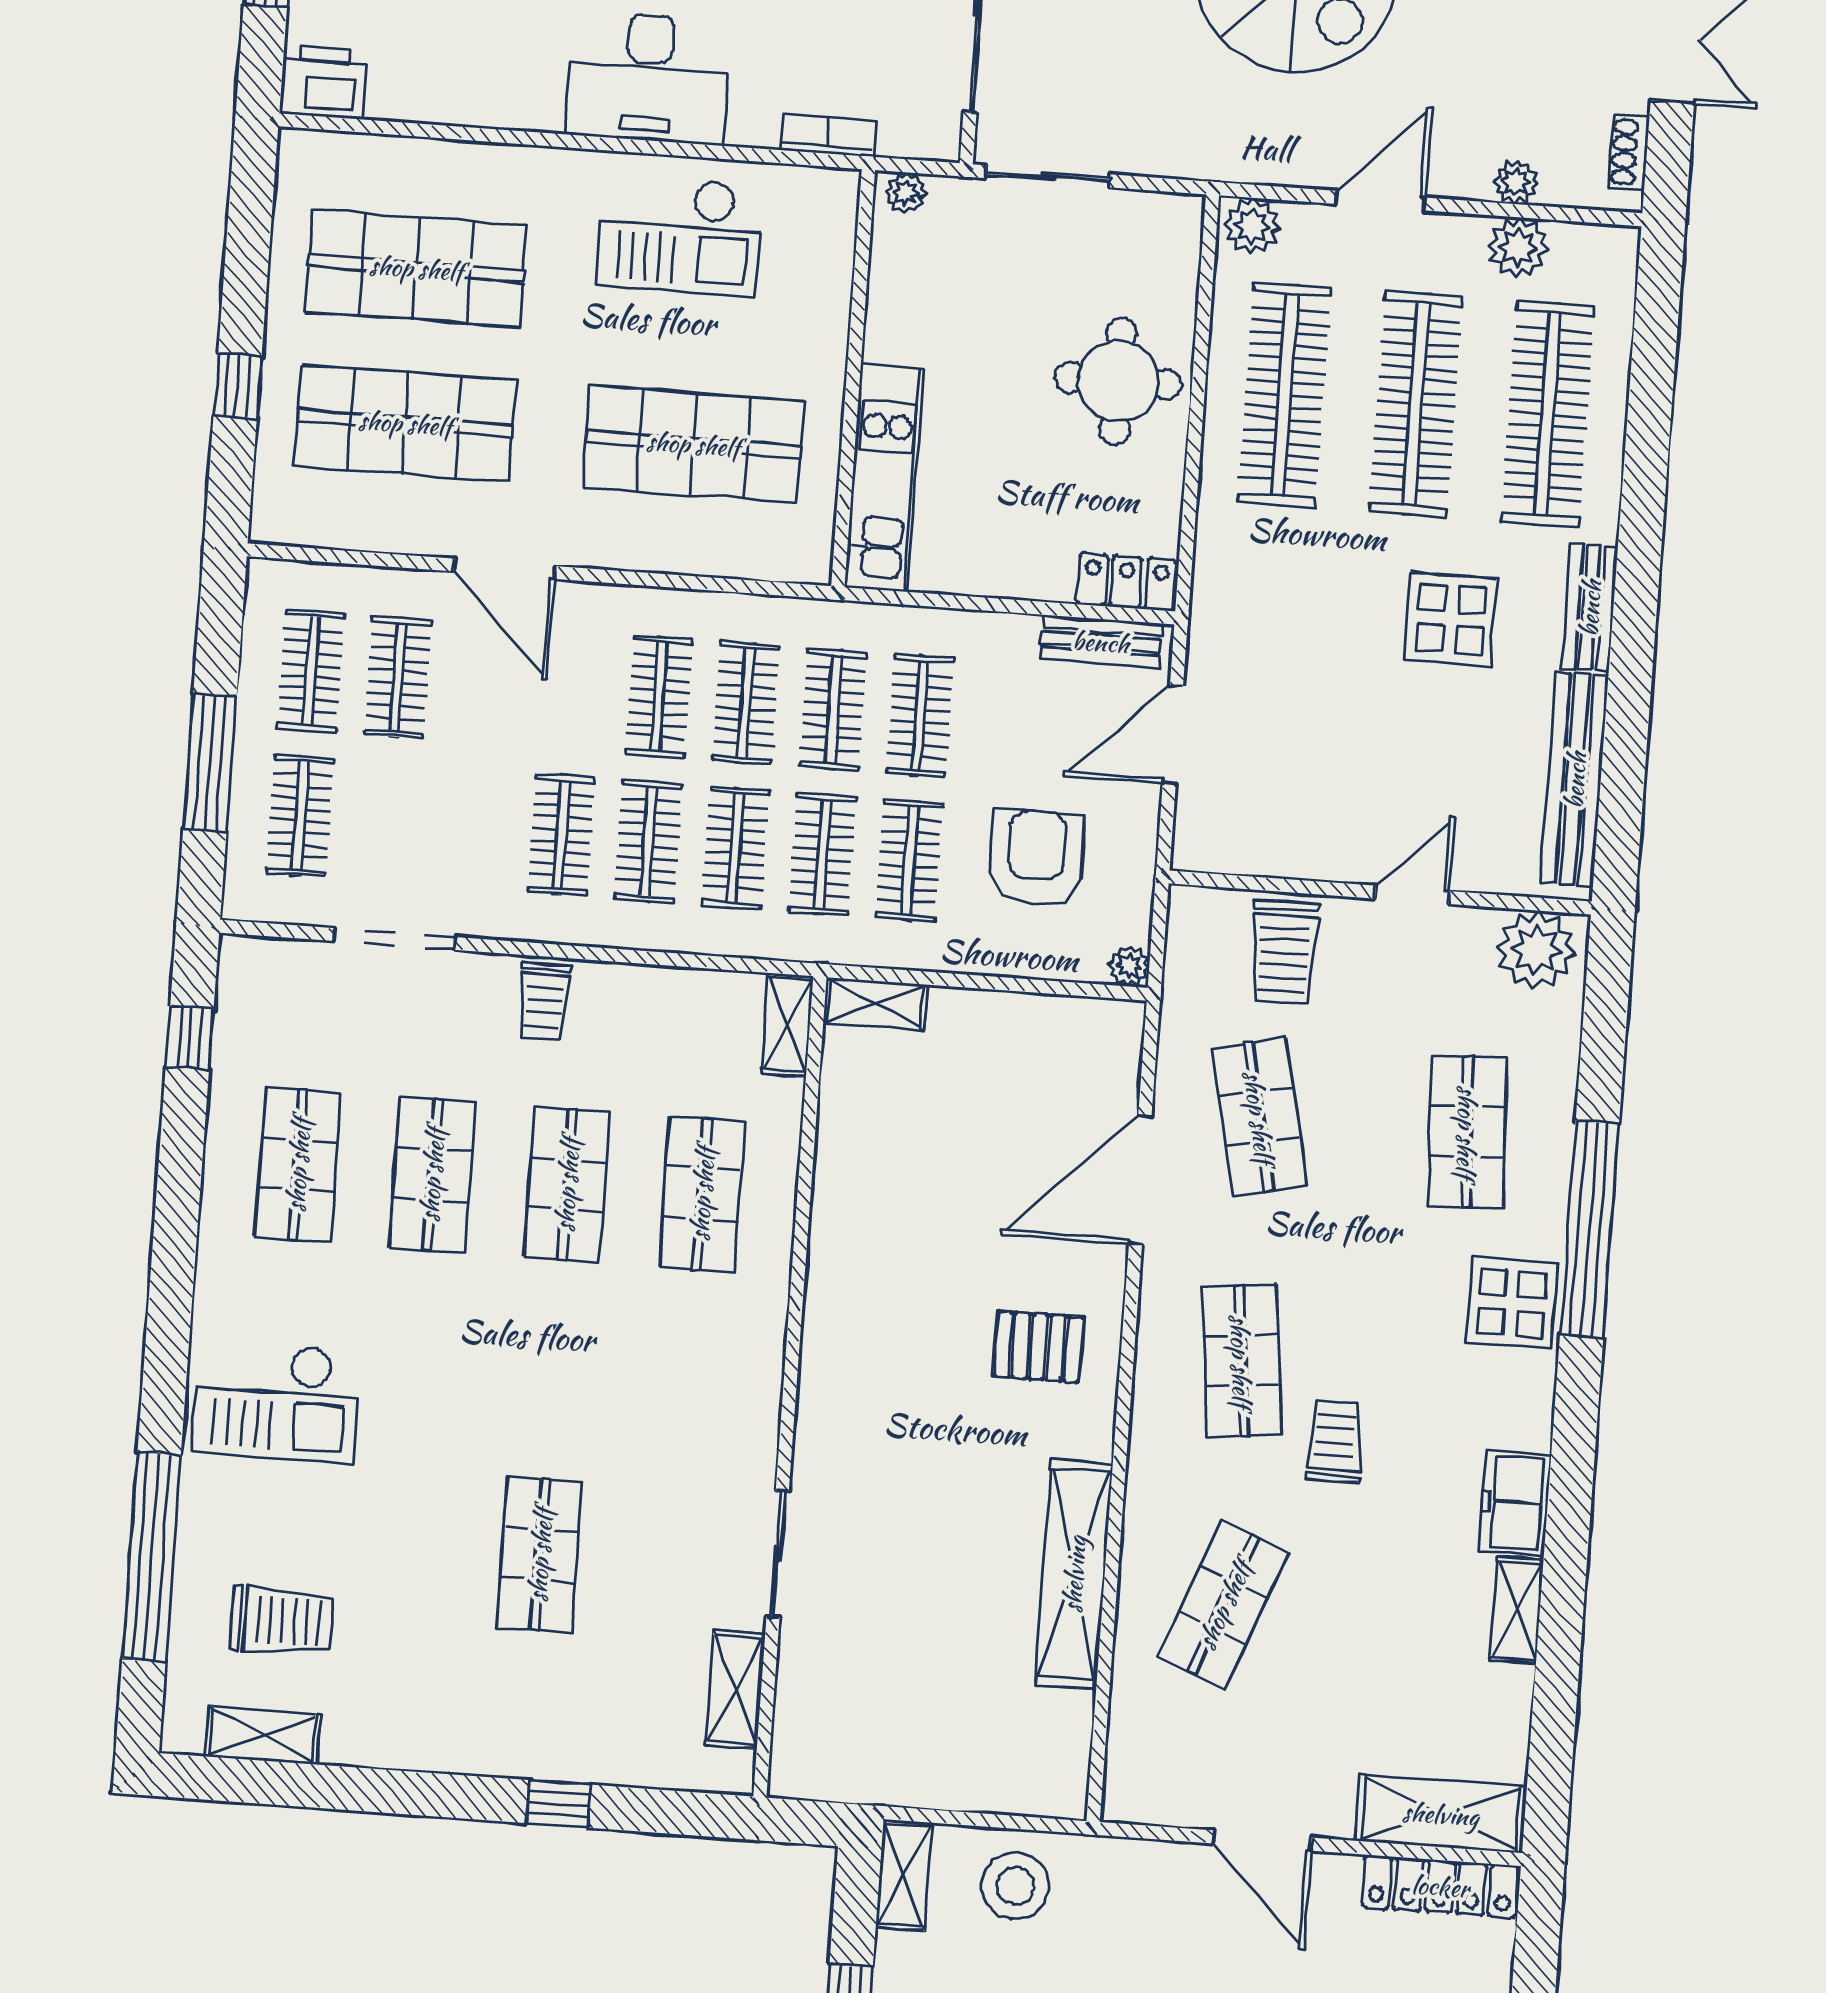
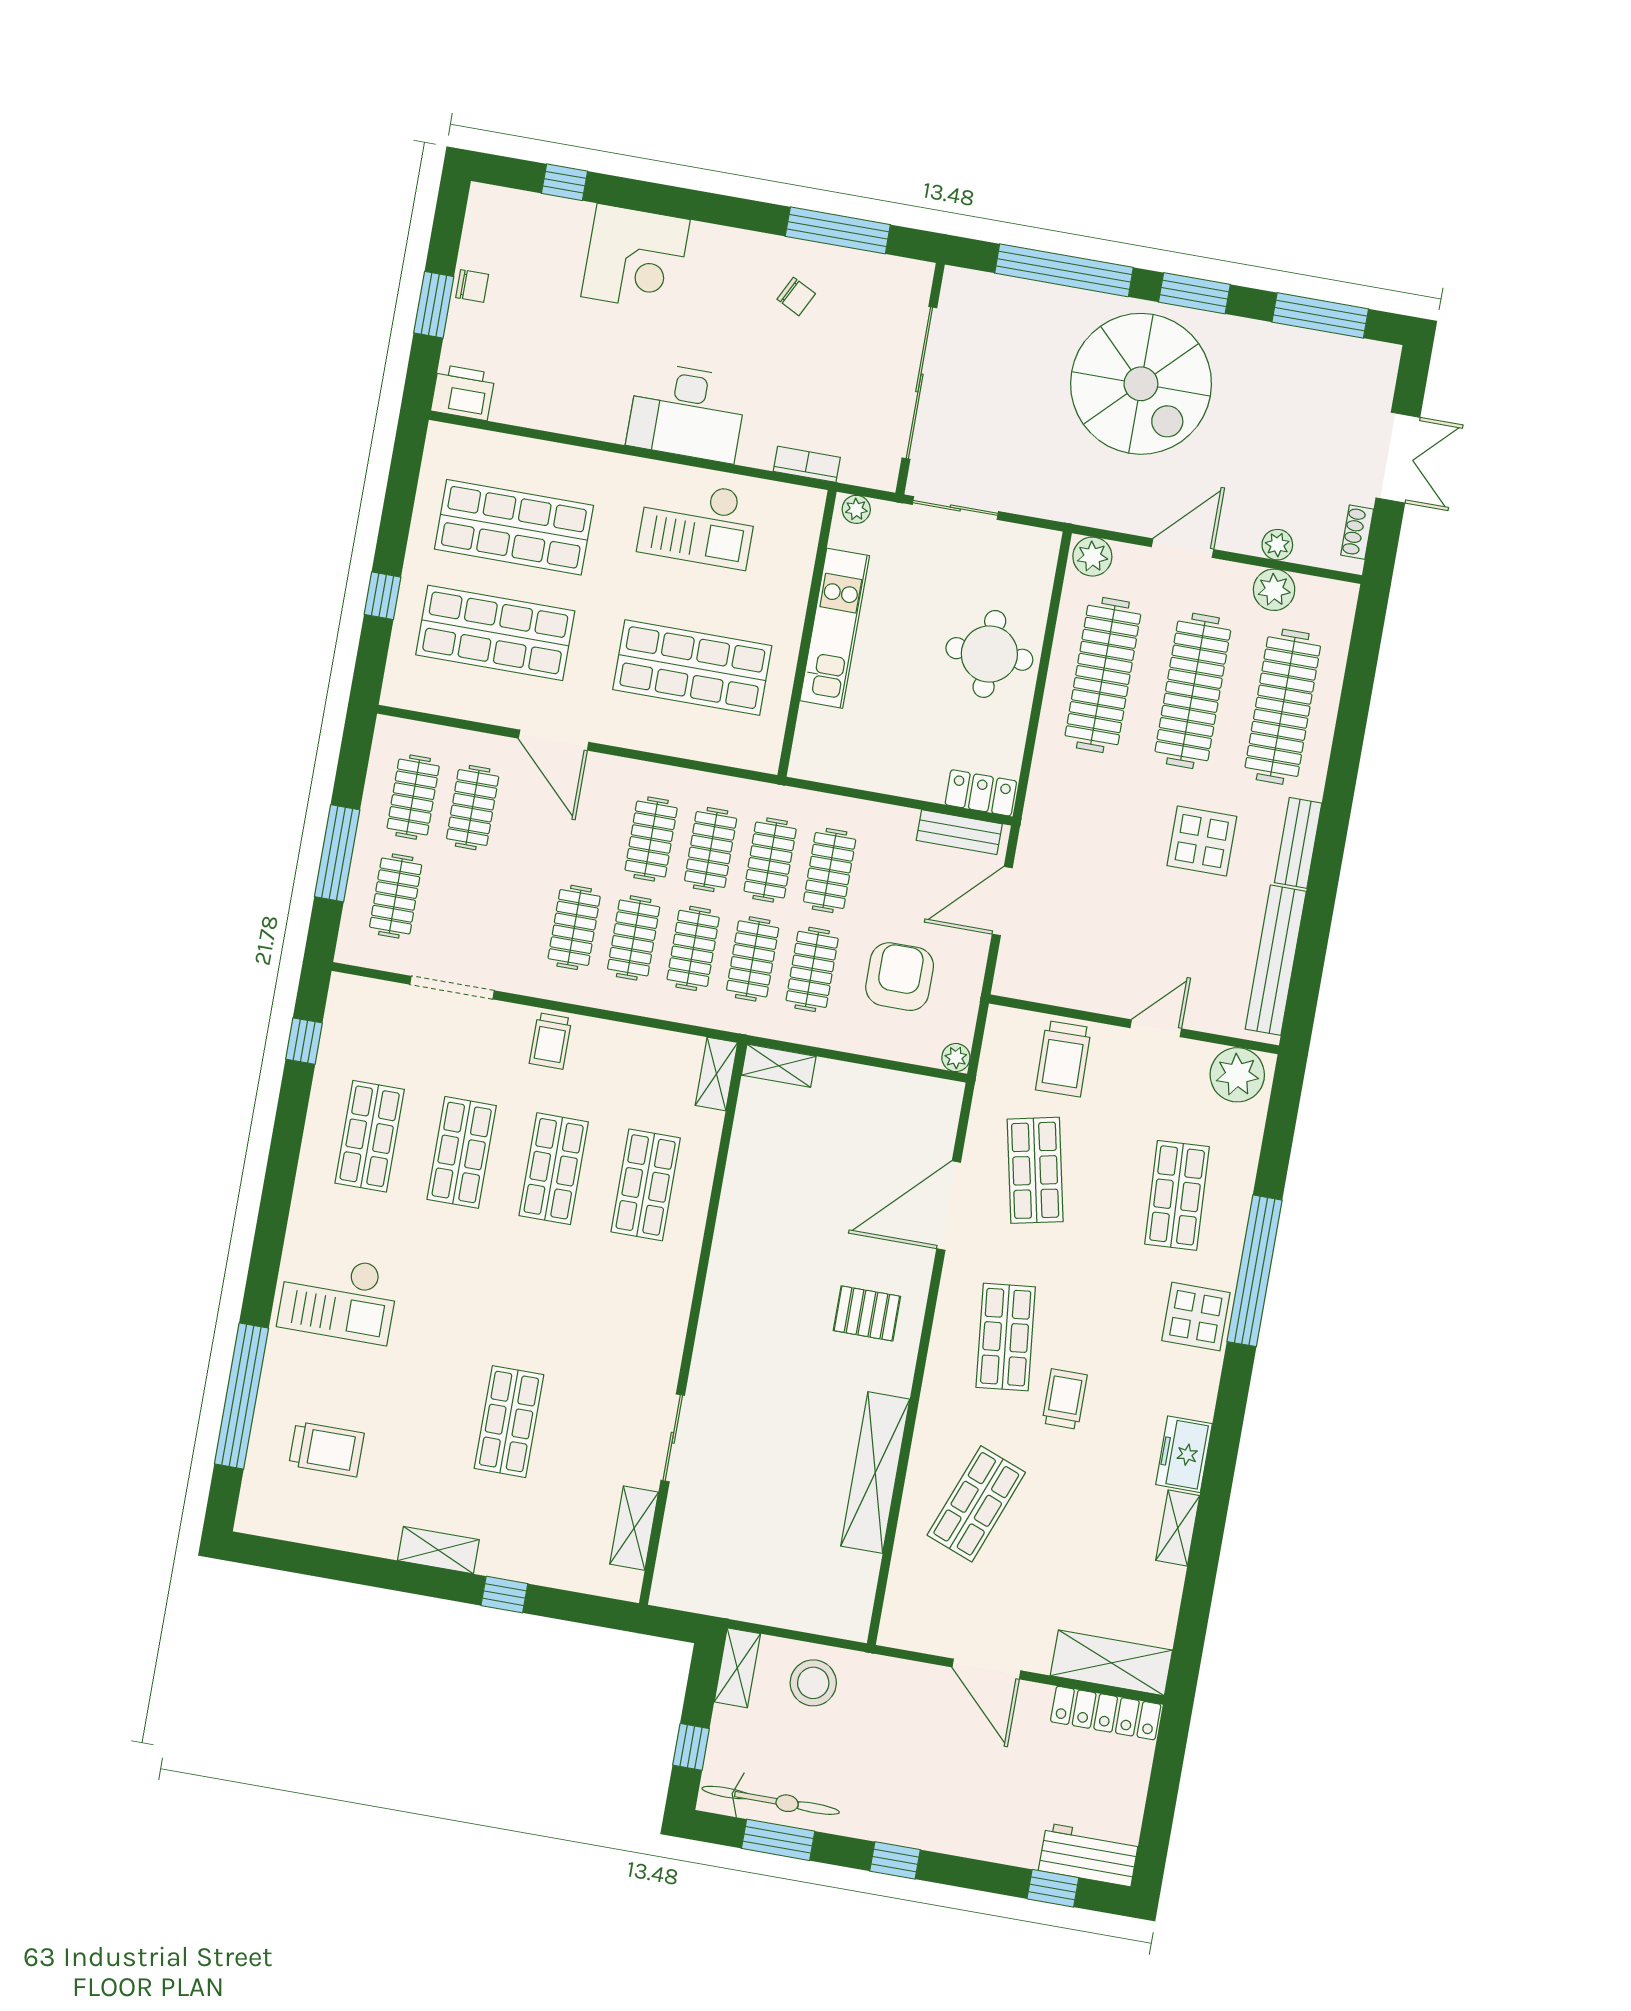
kitchen unit: (884, 478) -> (835, 628), moved
shelving: (263, 1735) -> (438, 1550), moved

